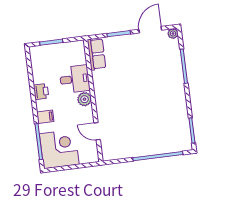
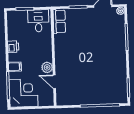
desk: (75, 79) -> (38, 21), moved, turned -90
plant: (84, 99) -> (47, 67), moved

